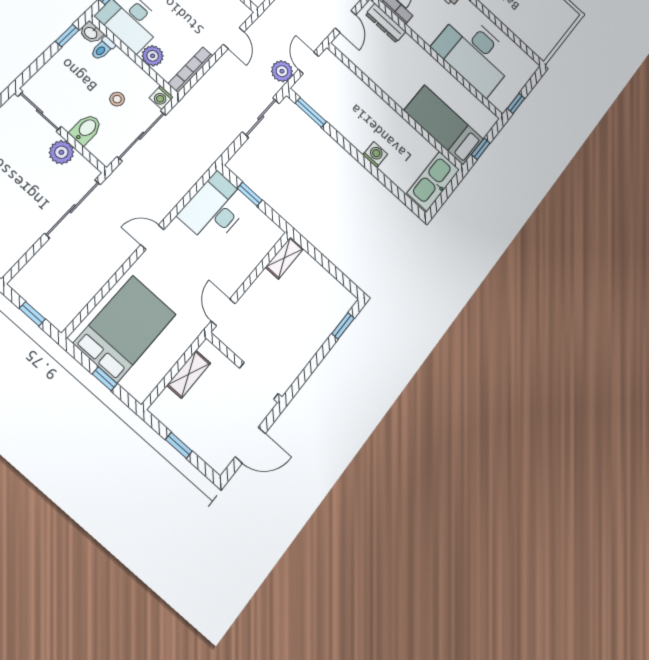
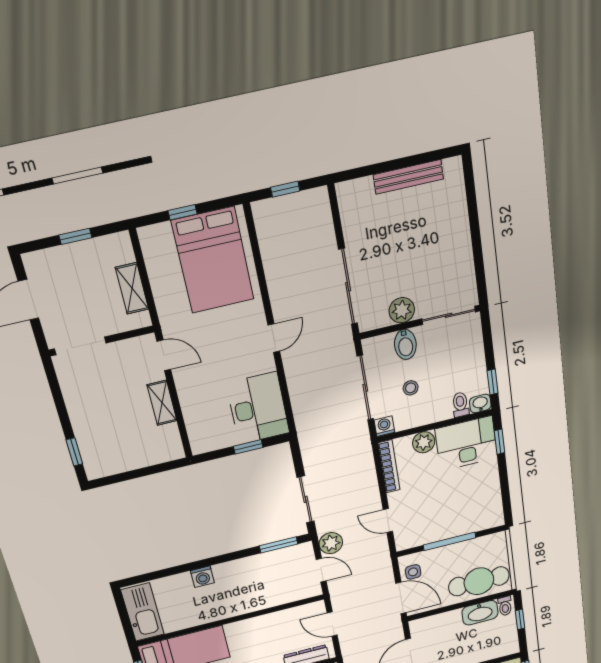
shelving: (284, 258) -> (162, 403), moved

